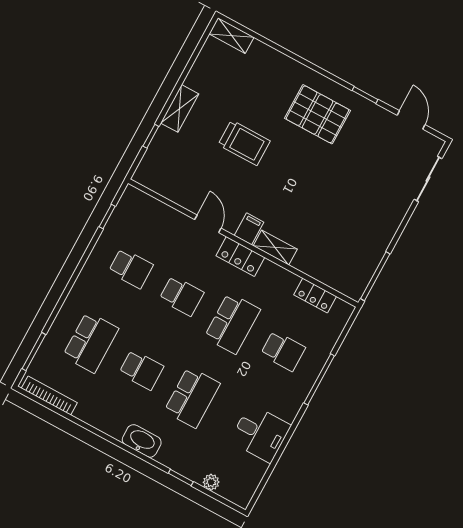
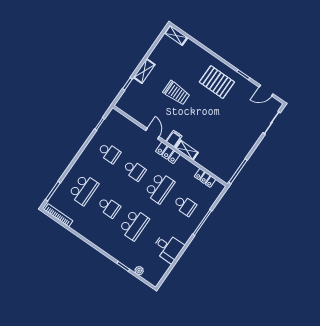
door: (411, 120) -> (266, 91), swing flipped
washbasin: (142, 441) -> (105, 245), removed

